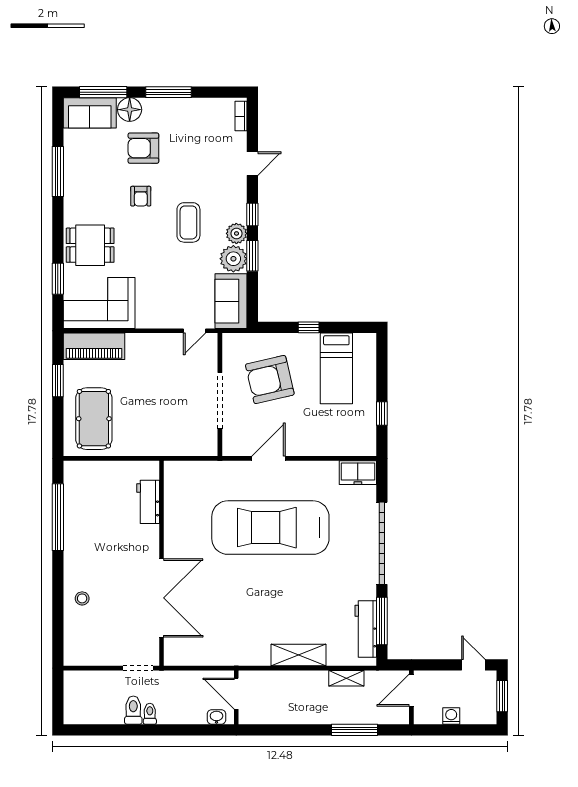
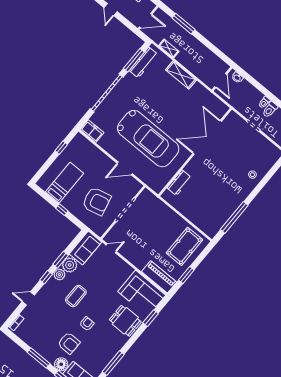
workbench: (148, 502) -> (179, 183), moved
wall: (161, 563) -> (195, 152), moved
double door: (161, 598) -> (207, 137), moved

